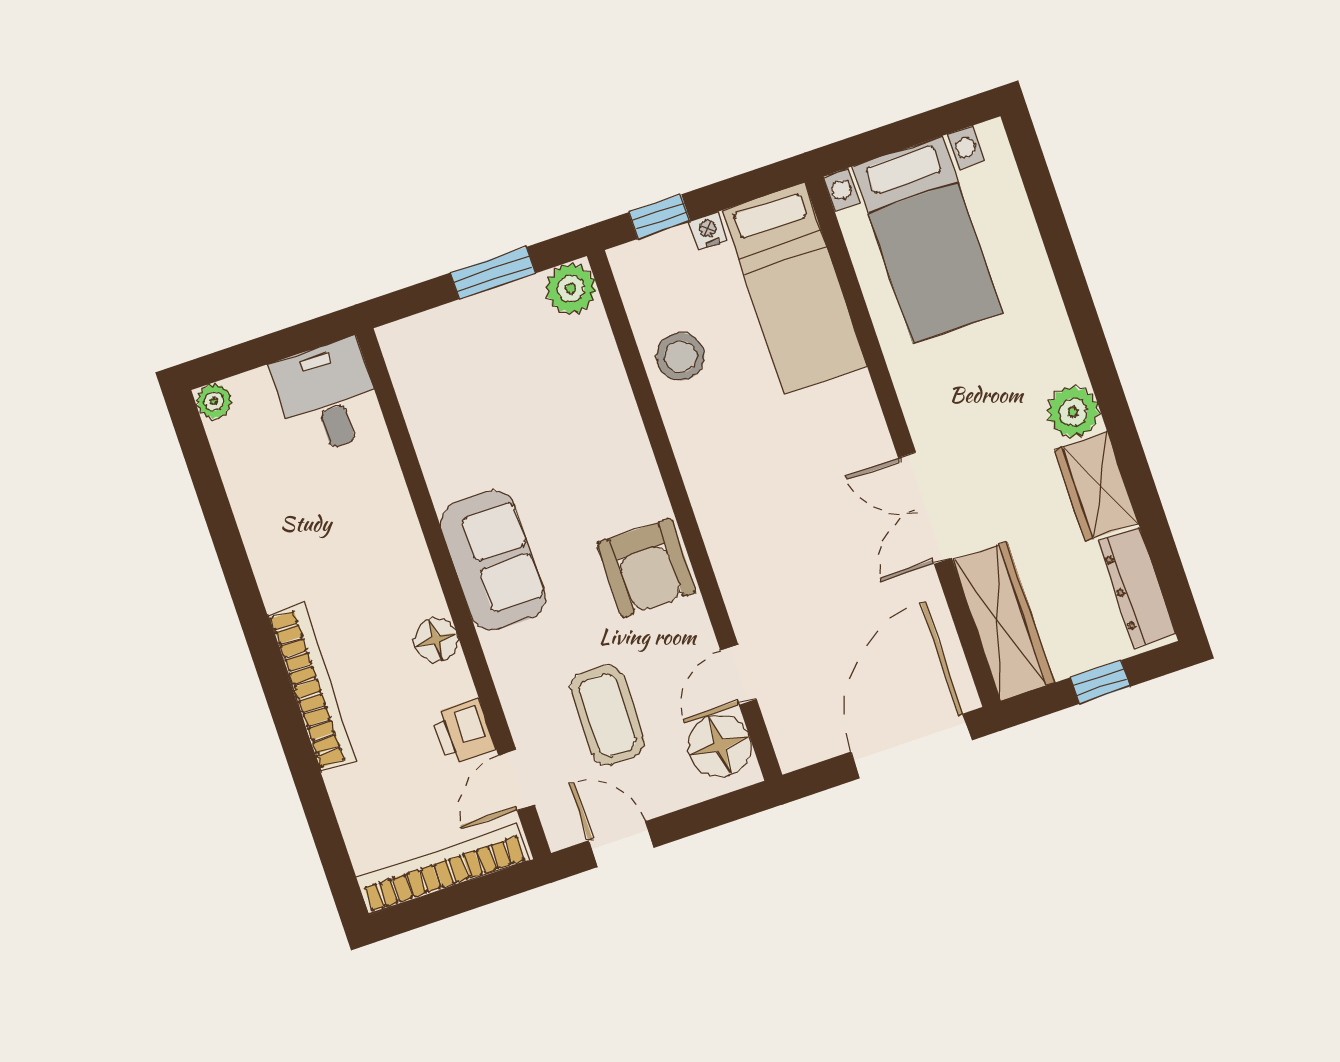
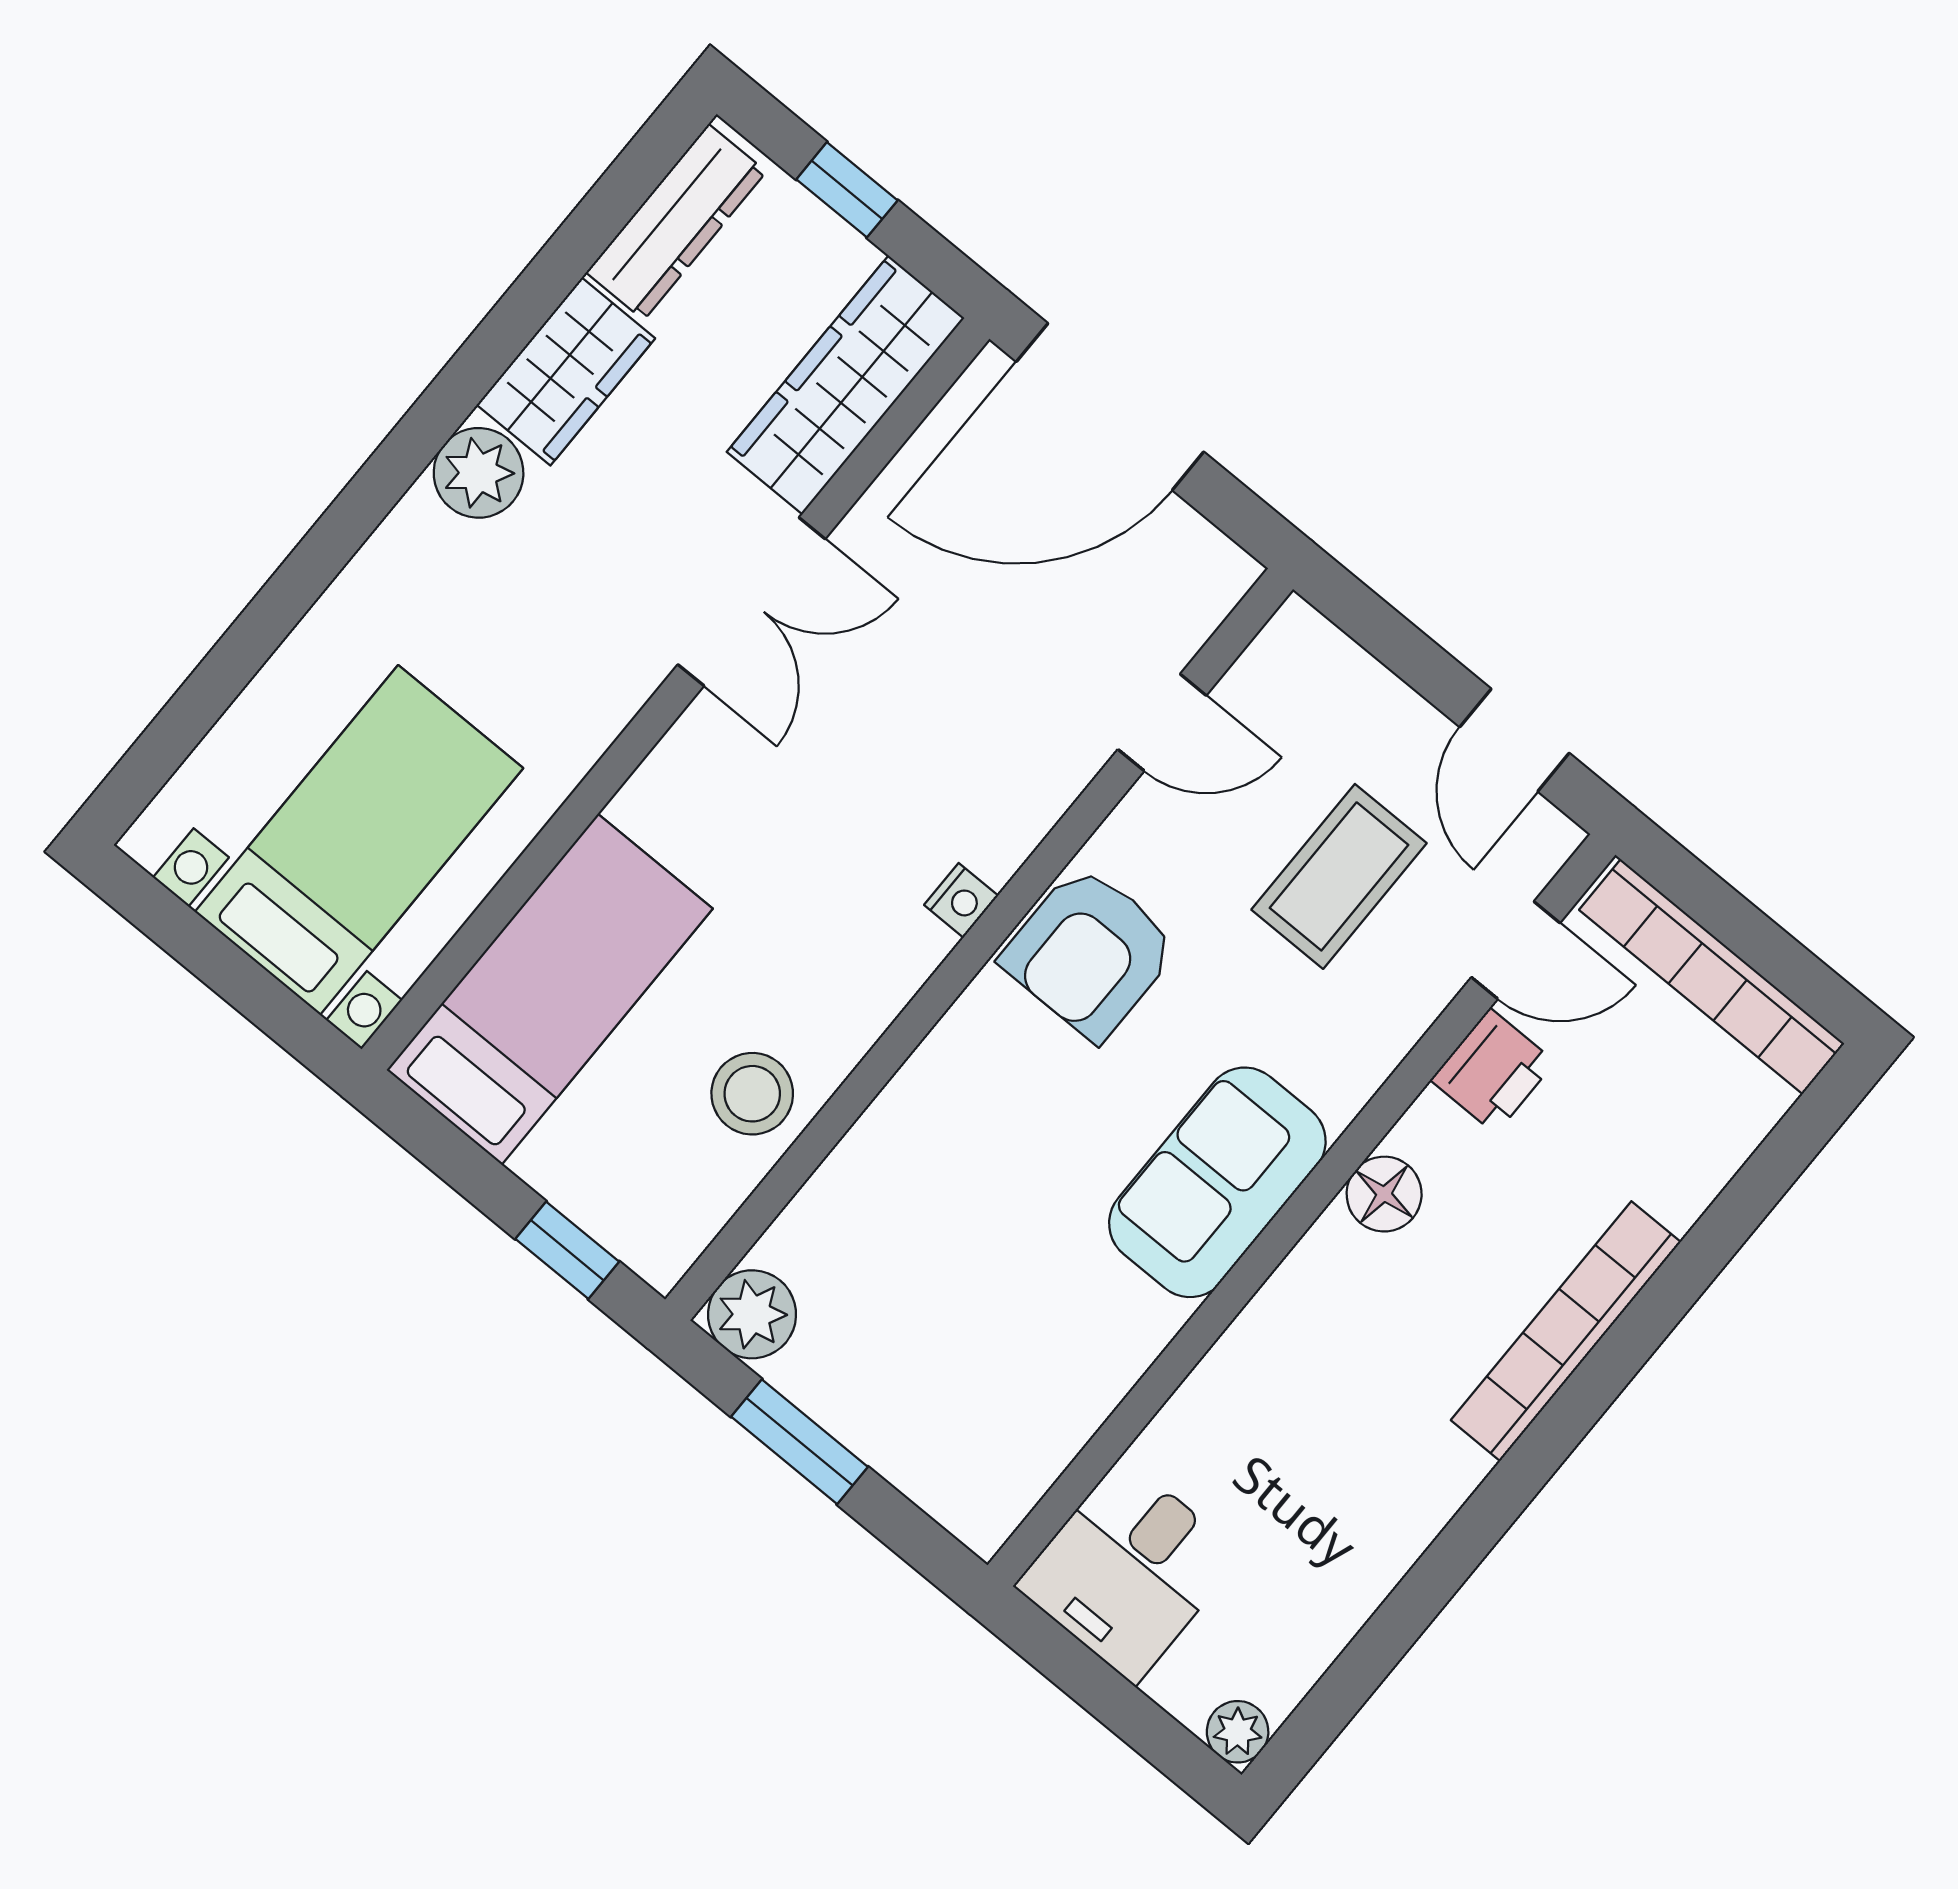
nightstand: (708, 231) -> (961, 900), moved, turned -90
armchair: (647, 568) -> (1090, 953), turned 180
floor lamp: (720, 746) -> (1282, 686), removed

